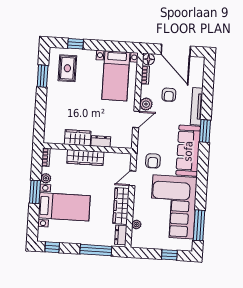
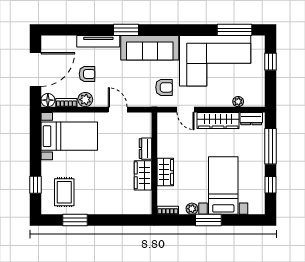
rug: (67, 68) -> (64, 192), turned 90
plant: (146, 104) -> (85, 100), moved
wardrobe: (85, 158) -> (165, 172), width x0.67
window: (52, 247) -> (270, 185), moved

